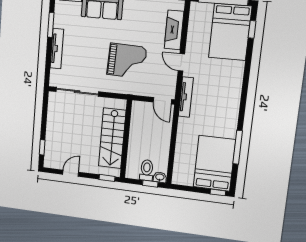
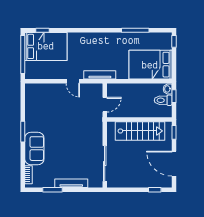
fireplace: (174, 30) -> (48, 90), removed
grand piano: (127, 61) -> (76, 125), removed
door: (181, 62) -> (73, 81), hinge flipped
door: (162, 101) -> (105, 105), moved
bed: (214, 163) -> (150, 65), moved
door: (71, 173) -> (174, 164), width x1.87

